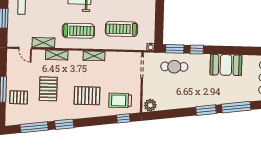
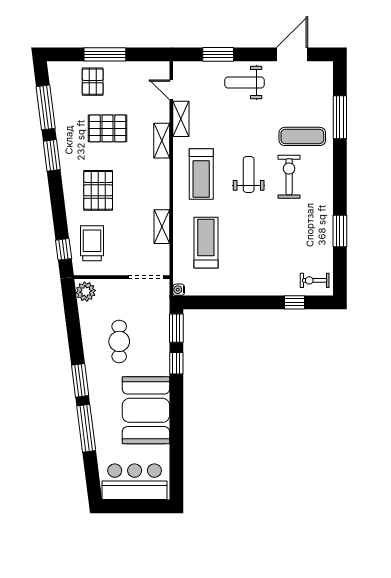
door: (25, 48) -> (171, 90), hinge flipped
shelving: (94, 56) -> (162, 227), moved
booth: (226, 65) -> (146, 410), width x1.36, depth x1.42
cafe table: (174, 67) -> (119, 341), moved

